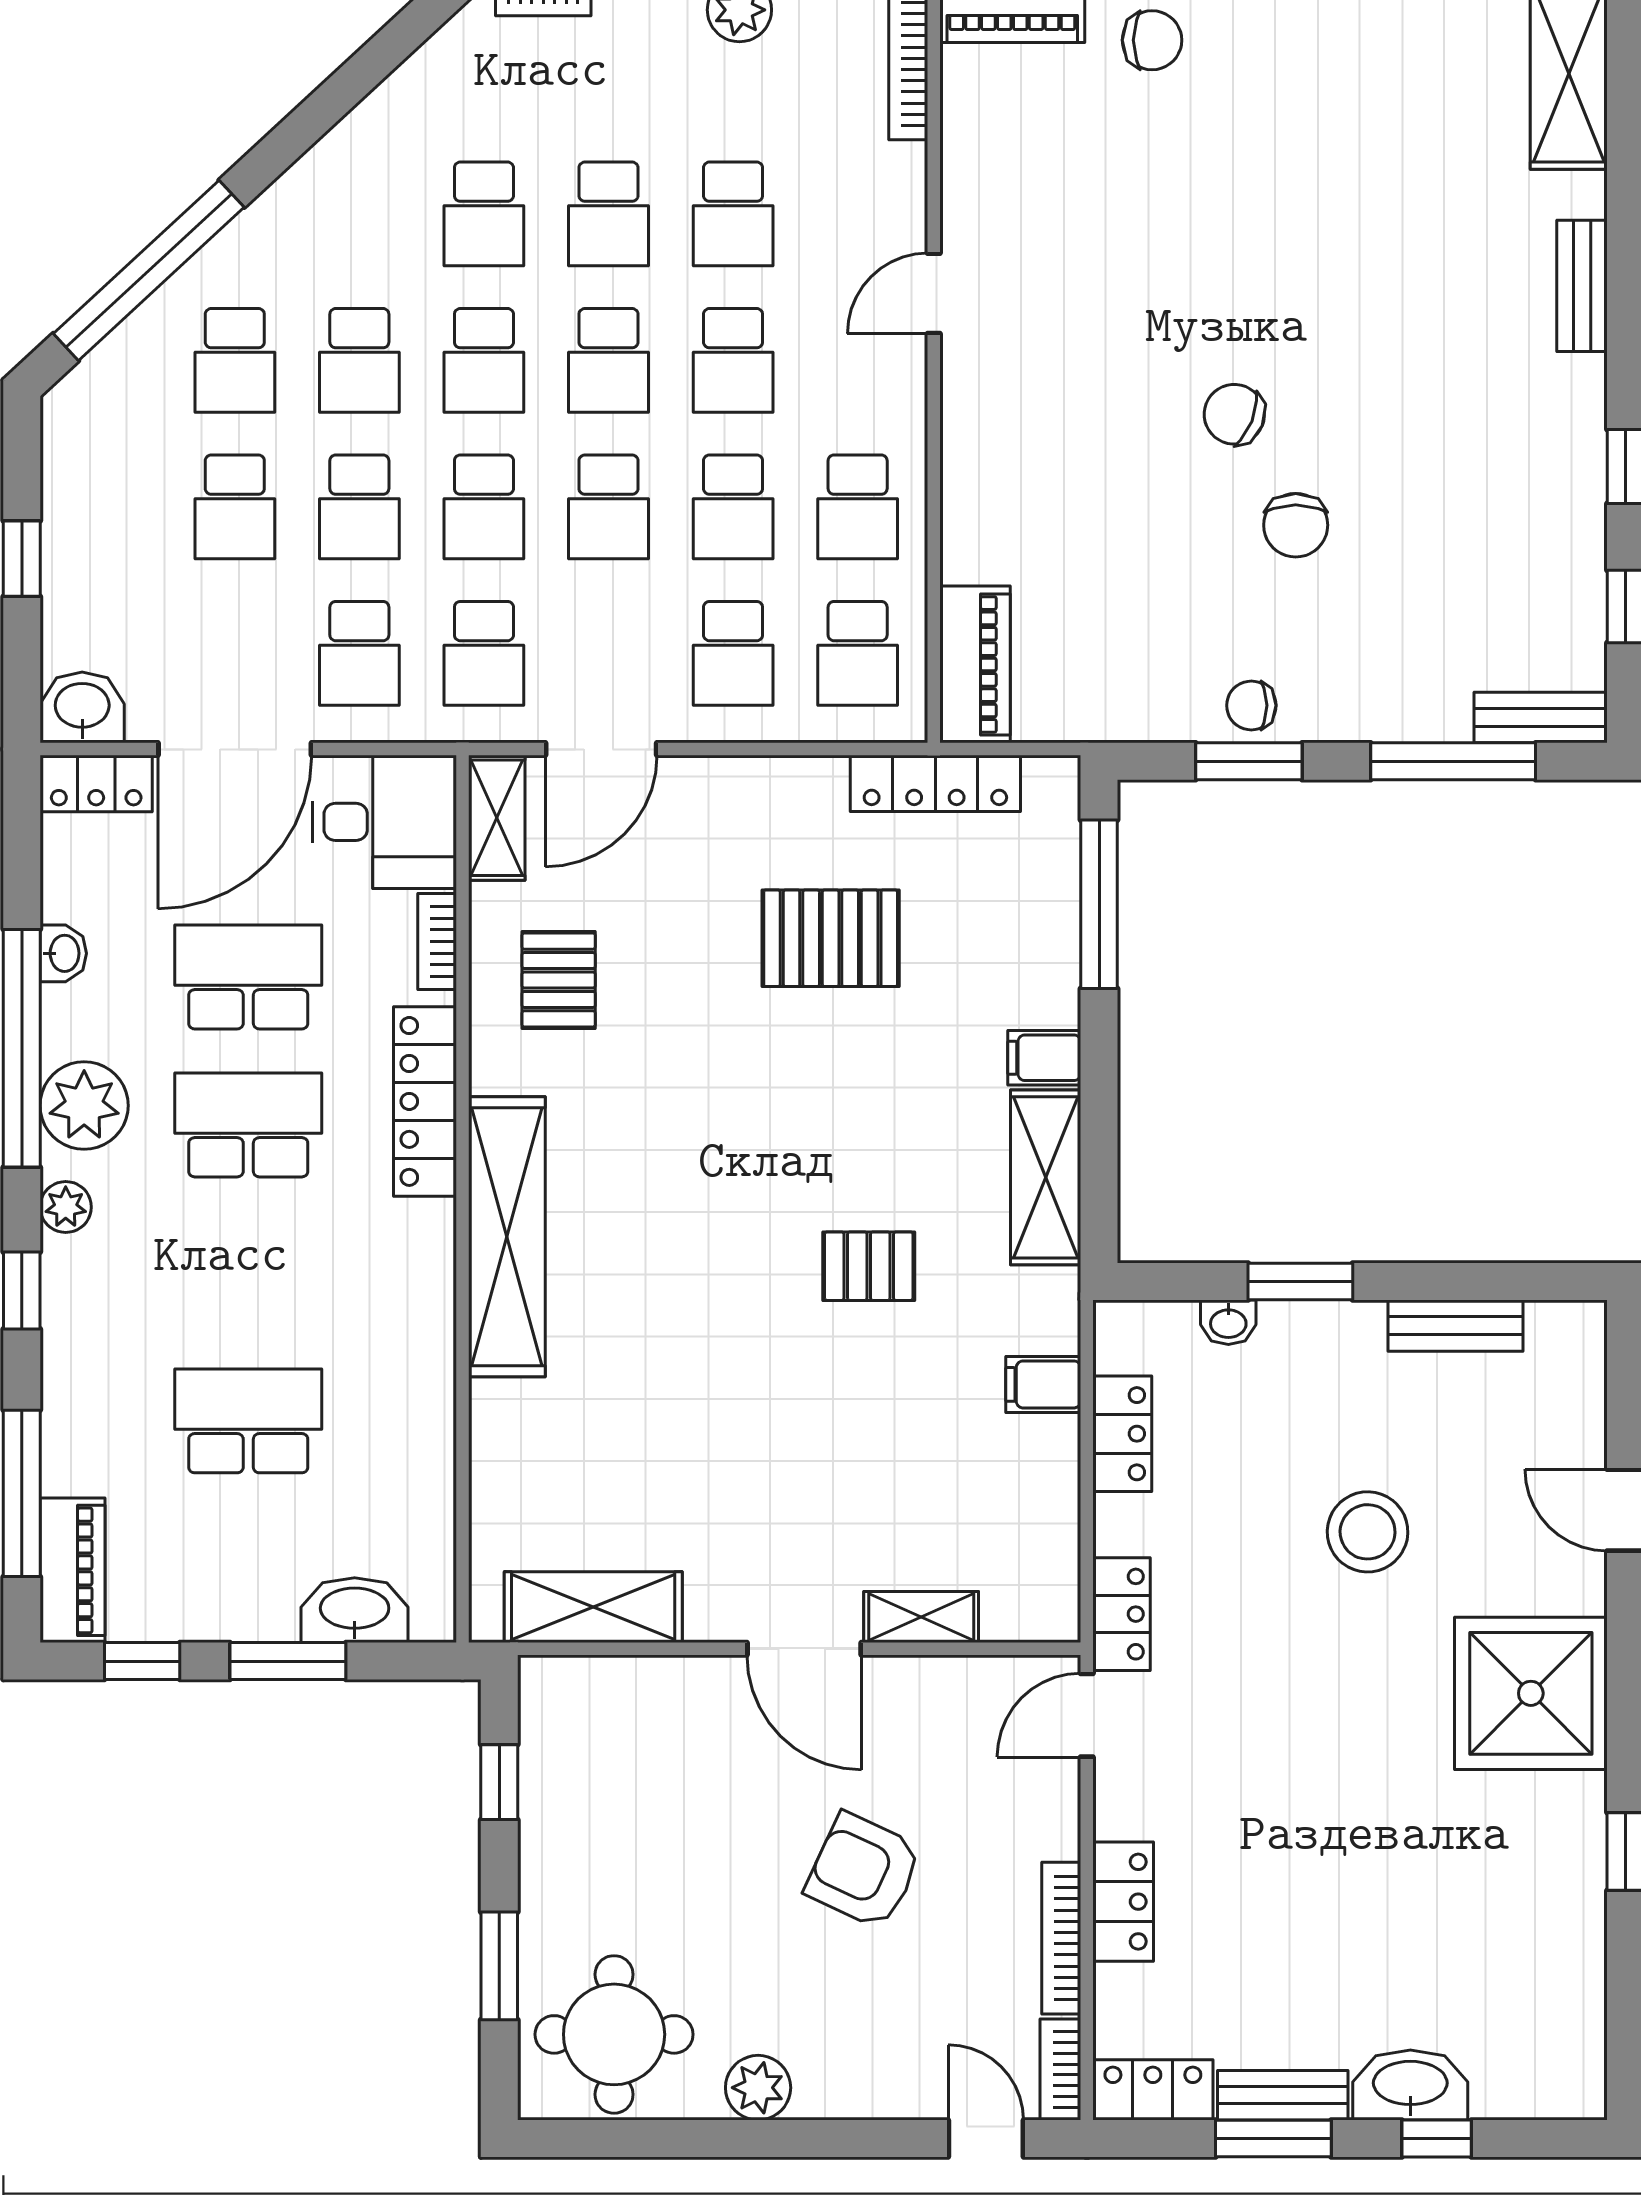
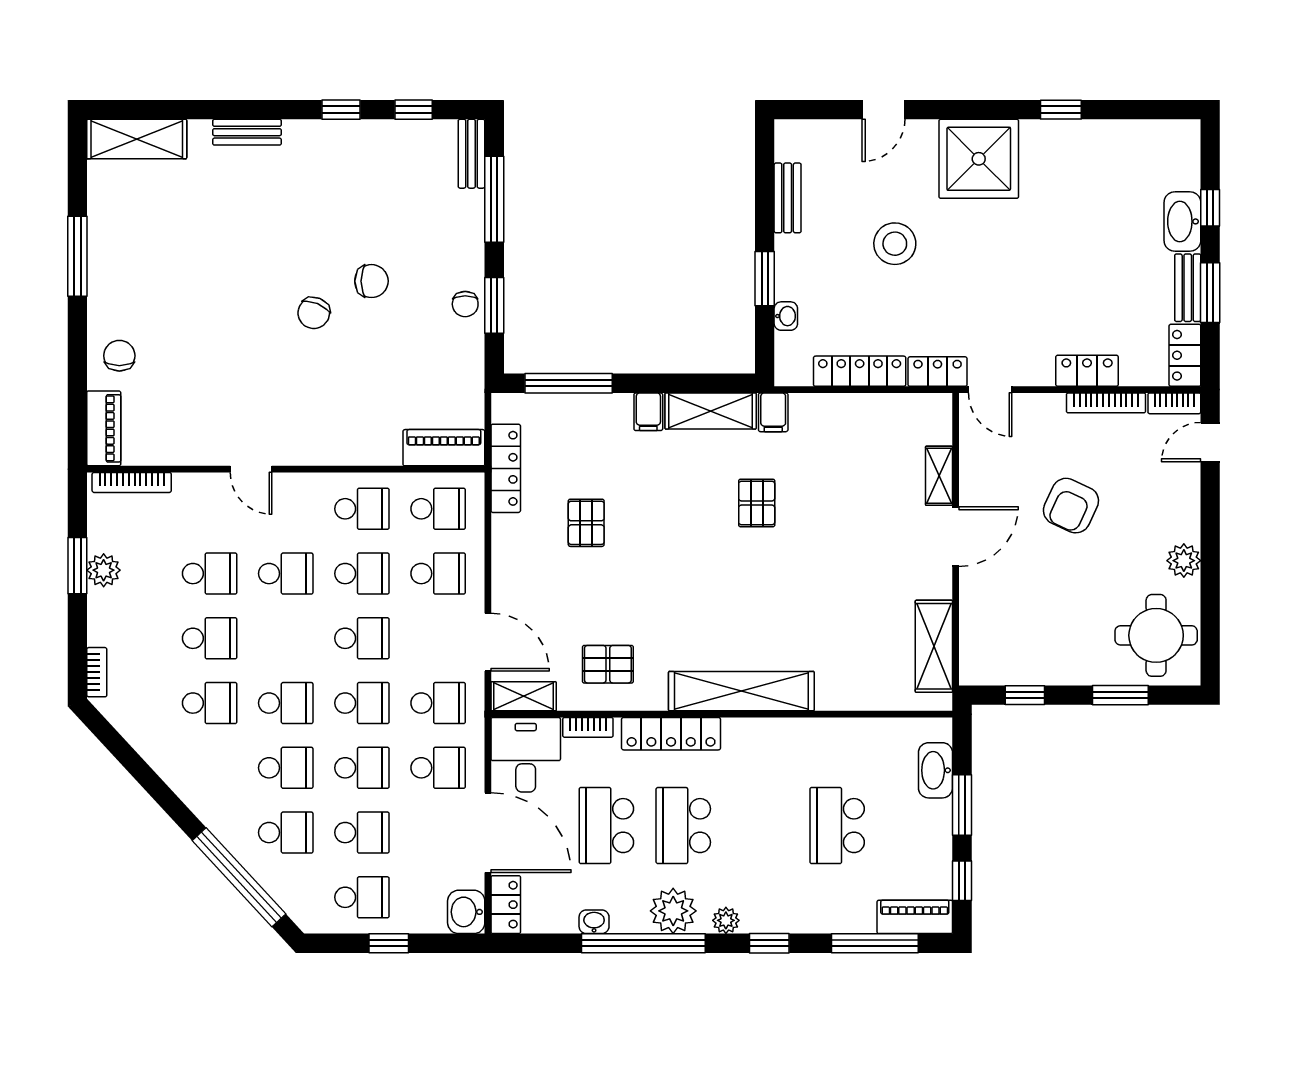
school desk: (608, 360) -> (362, 897), moved
pallet: (831, 938) -> (586, 523), width x0.67, depth x0.71
filing cabinet: (1043, 1384) -> (773, 412), moved
locker: (1122, 1434) -> (860, 371), width x1.53

